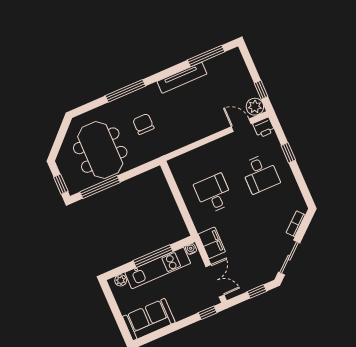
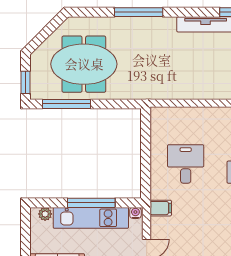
chair: (143, 124) -> (142, 56), removed
meeting table: (100, 150) -> (84, 64), turned 90
filing cabinet: (212, 243) -> (161, 208), width x0.50

